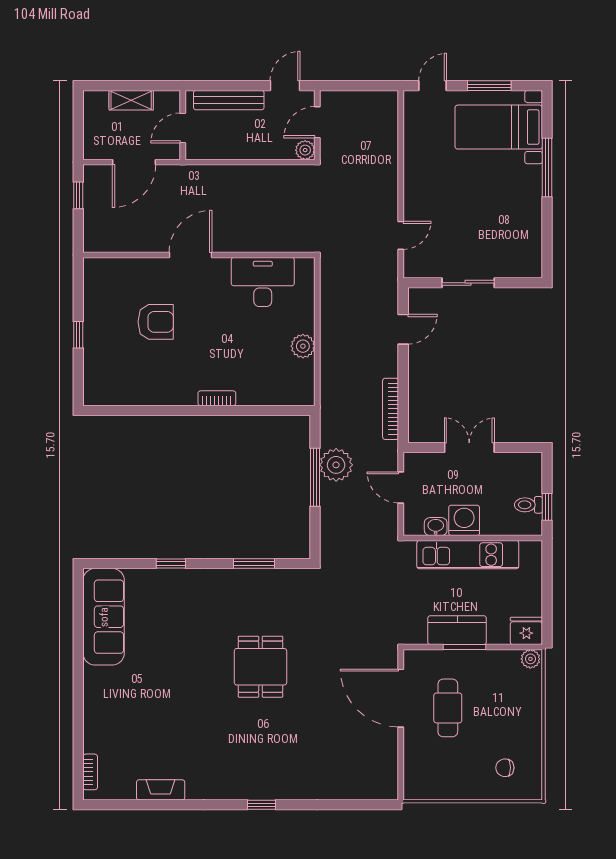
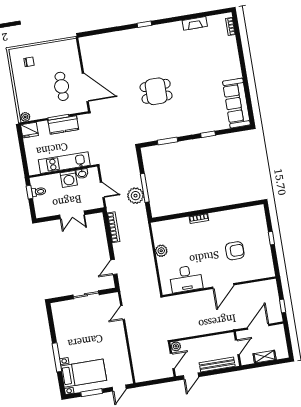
armchair: (156, 322) -> (235, 251), turned 180
dining table: (260, 667) -> (156, 91), turned 90

